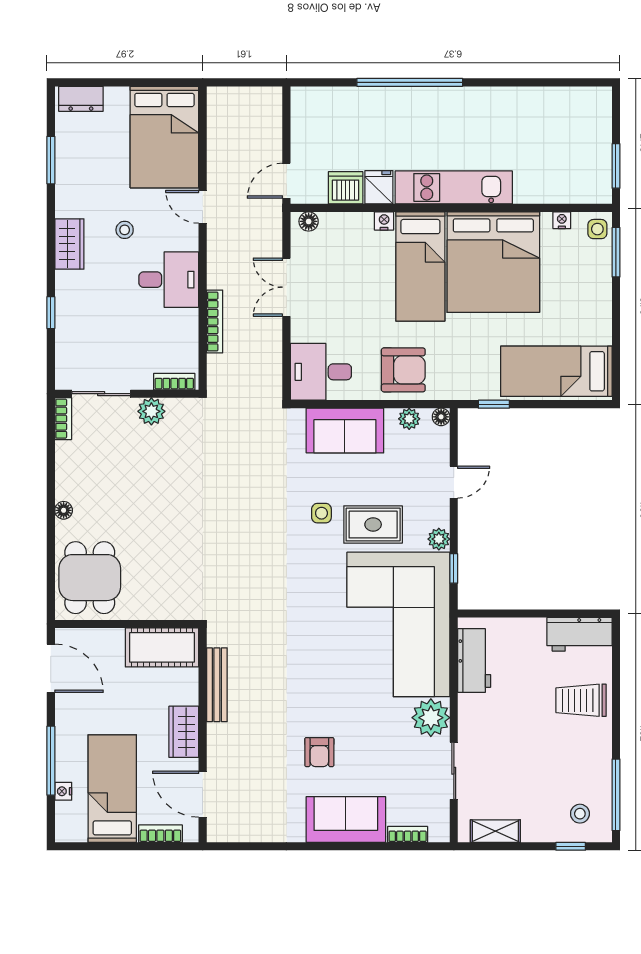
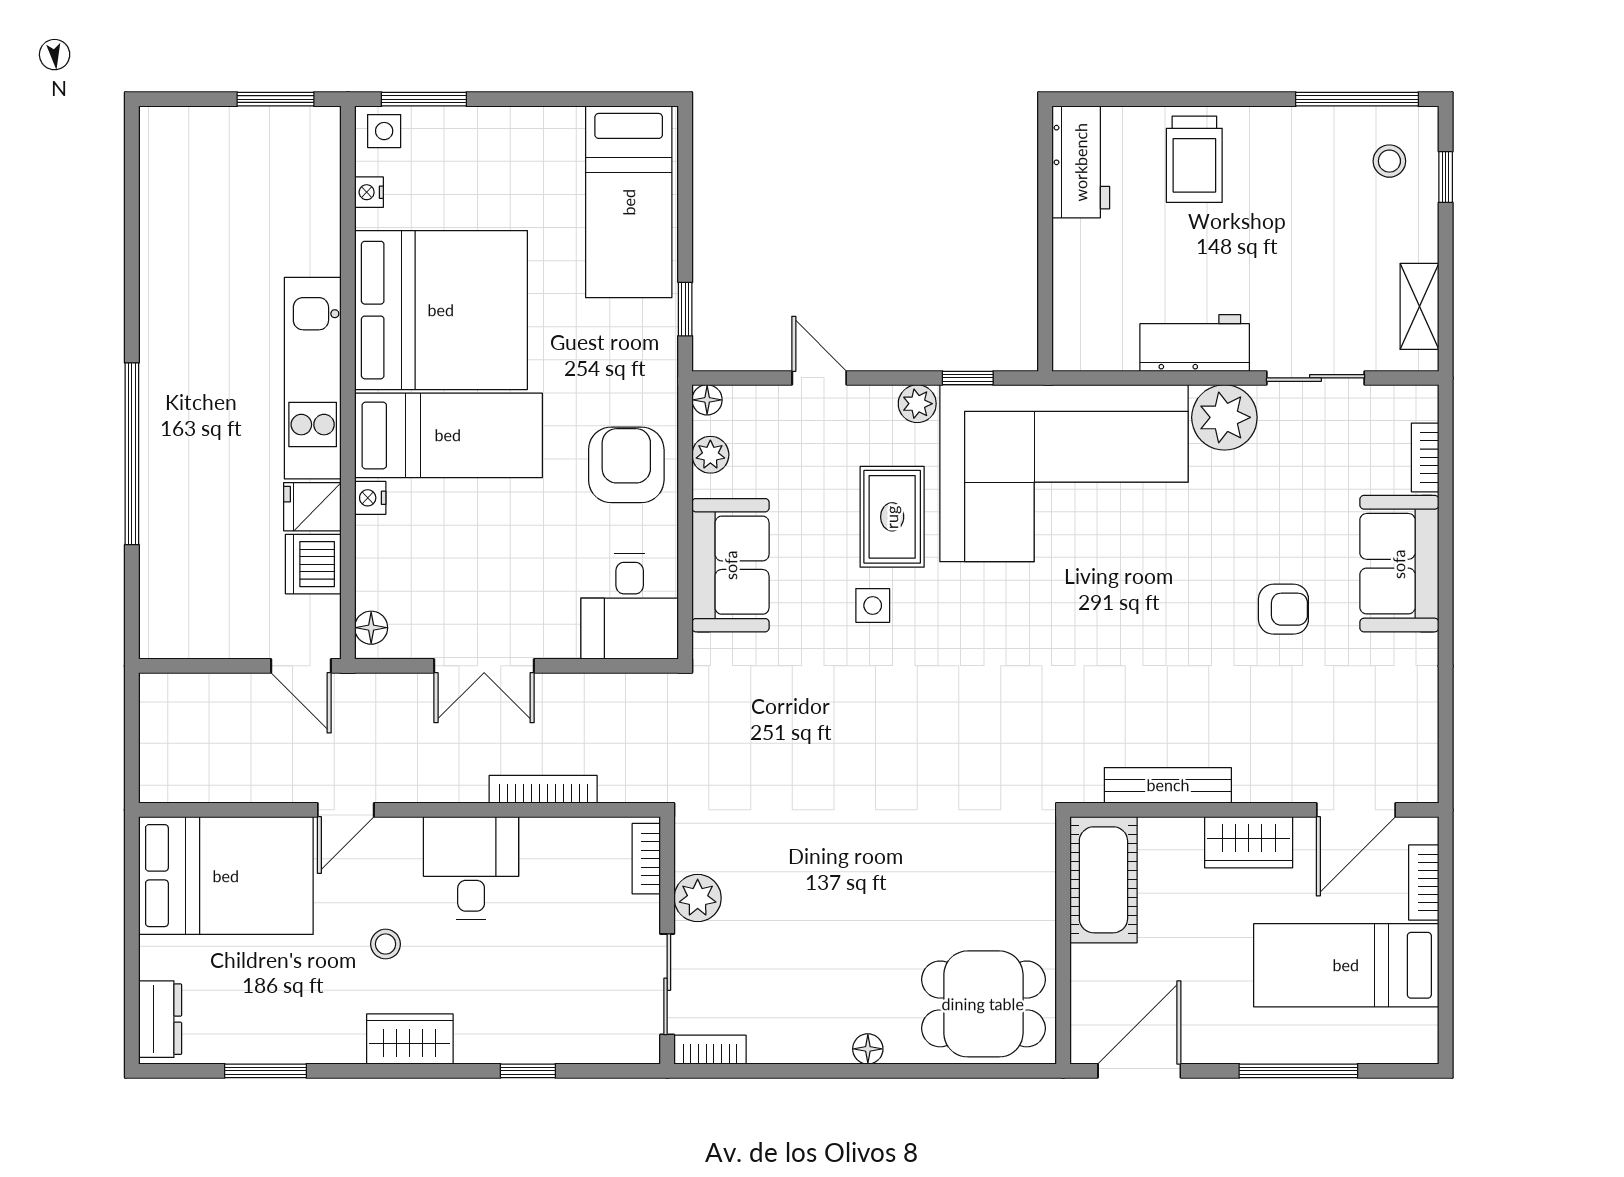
workbench: (474, 661) -> (1195, 343), moved
nightstand: (63, 791) -> (1351, 1050), removed

